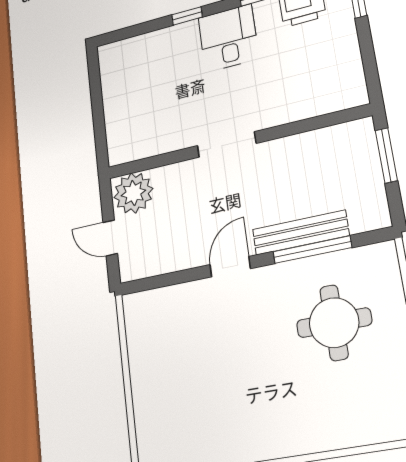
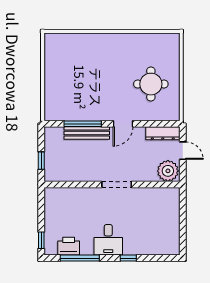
window: (386, 155) -> (41, 161), width x0.67
dresser: (151, 264) -> (163, 133), added
round table: (334, 323) -> (151, 84), moved

